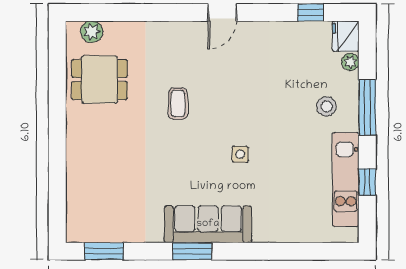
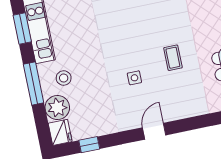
plant: (350, 62) -> (57, 108), width x1.87, depth x1.87
side table: (240, 154) -> (134, 78), moved
window: (367, 182) -> (22, 29), width x1.50

